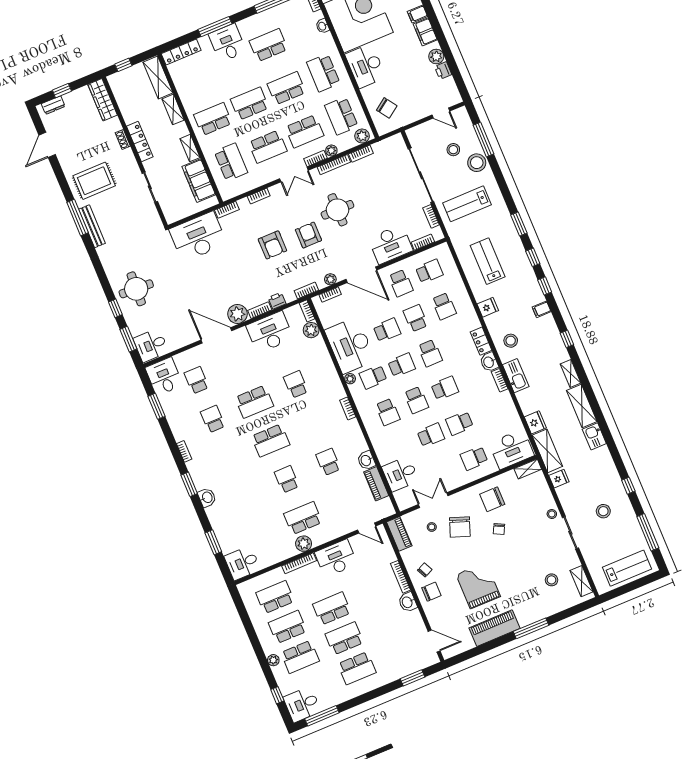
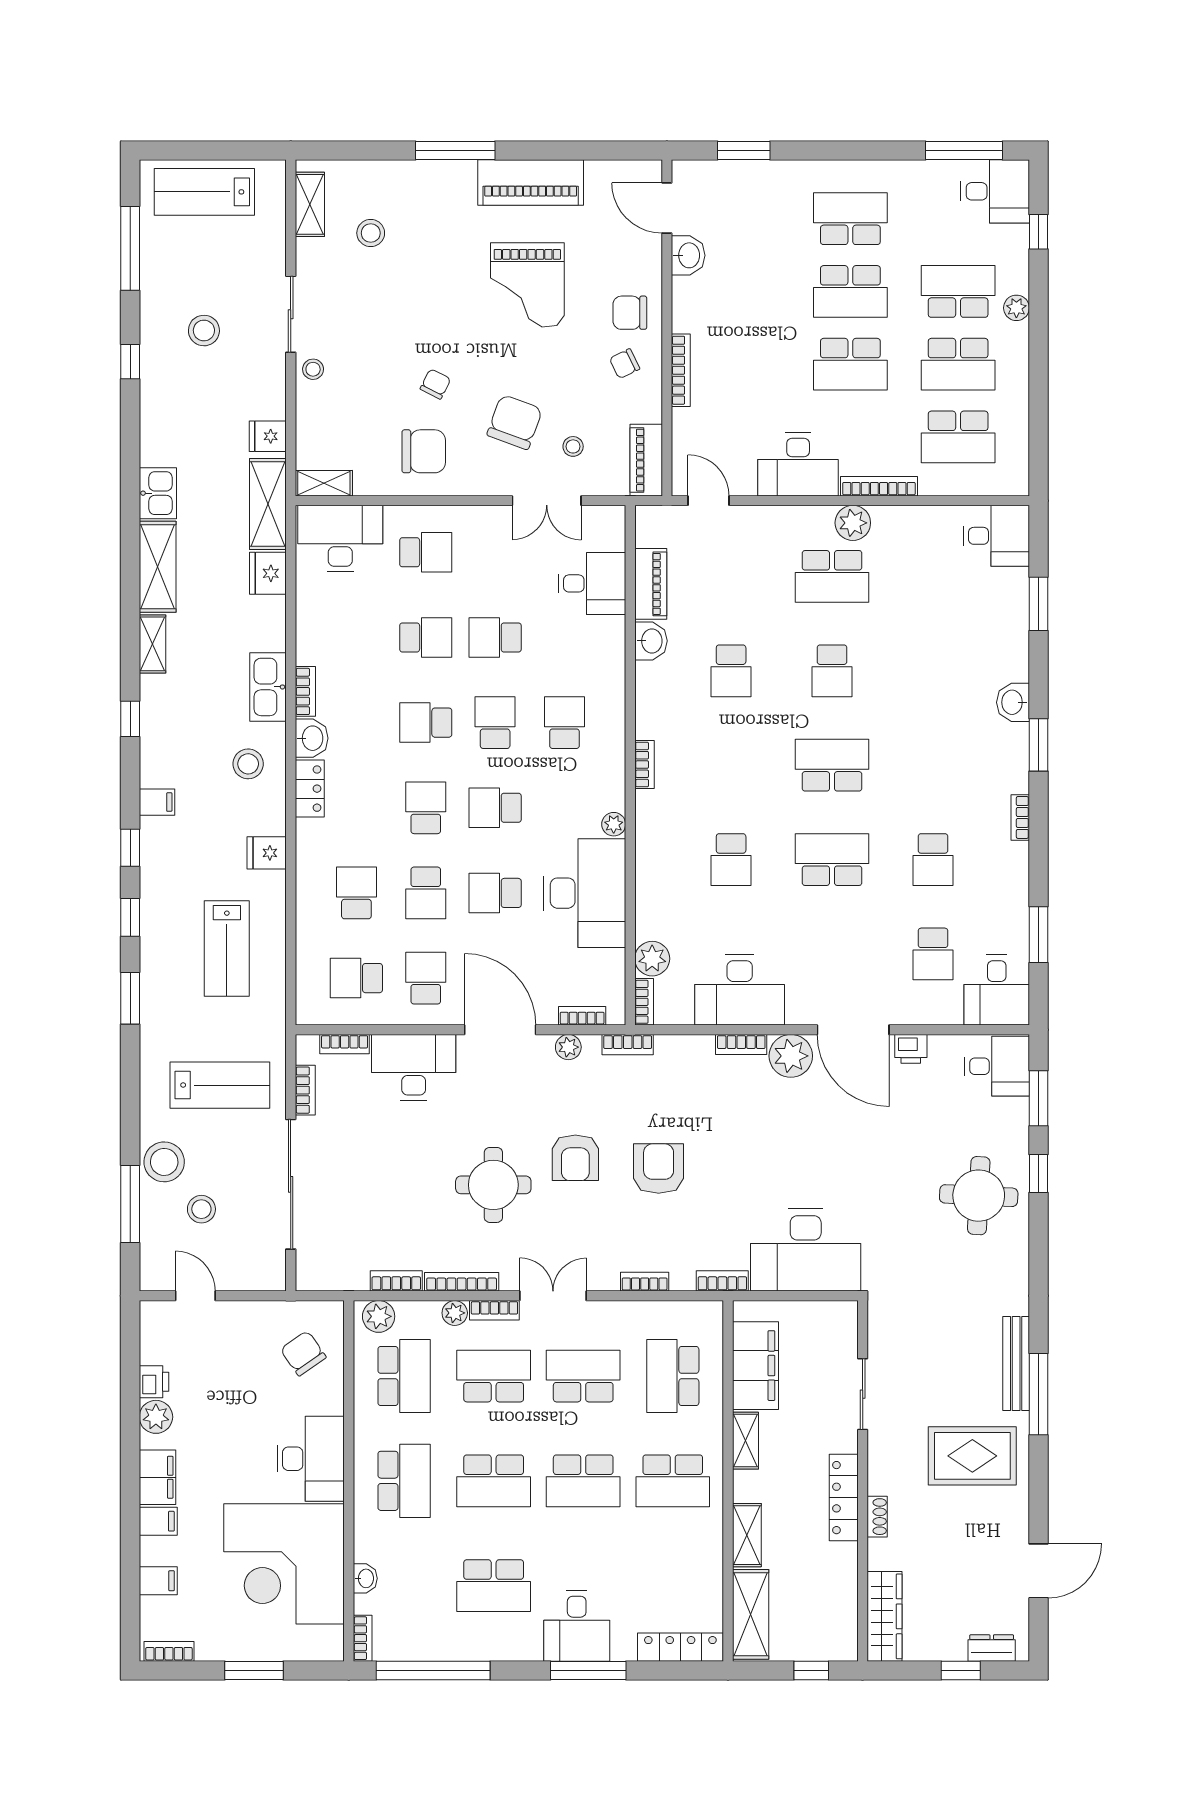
printer: (277, 301) -> (911, 1049), moved
school desk: (373, 377) -> (564, 808), removed
washbasin: (408, 602) -> (688, 255), moved

